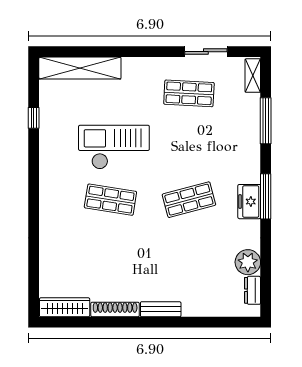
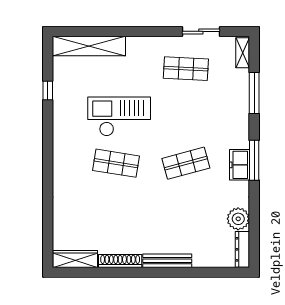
dresser: (252, 290) -> (242, 249), width x1.44
bench: (161, 309) -> (167, 261), width x1.36

